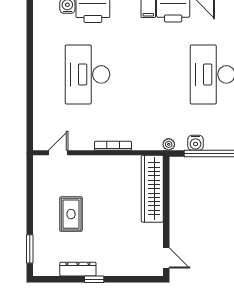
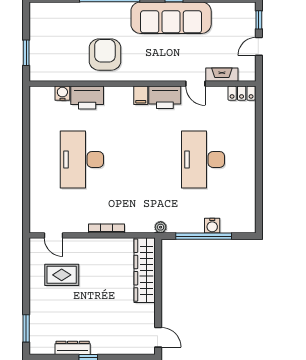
water cooler: (196, 143) -> (212, 226), moved
door: (58, 153) -> (53, 235), swing flipped
rug: (71, 214) -> (62, 275), moved, turned 90

